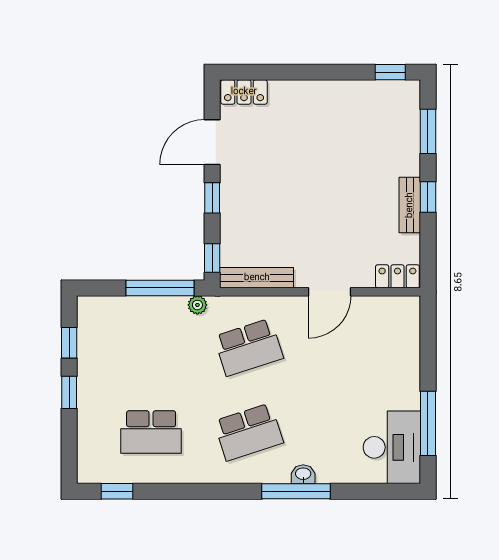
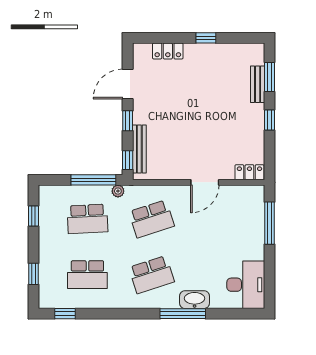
window: (390, 72) -> (206, 38), moved
locker: (244, 92) -> (168, 51), moved
bench: (410, 205) -> (258, 84), moved
bench: (257, 278) -> (139, 149), moved, turned 90
school desk: (151, 347) -> (87, 219), added
window: (69, 392) -> (34, 274), moved
window: (428, 423) -> (270, 223), moved
washbasin: (303, 474) -> (195, 300), width x1.91, depth x1.45

